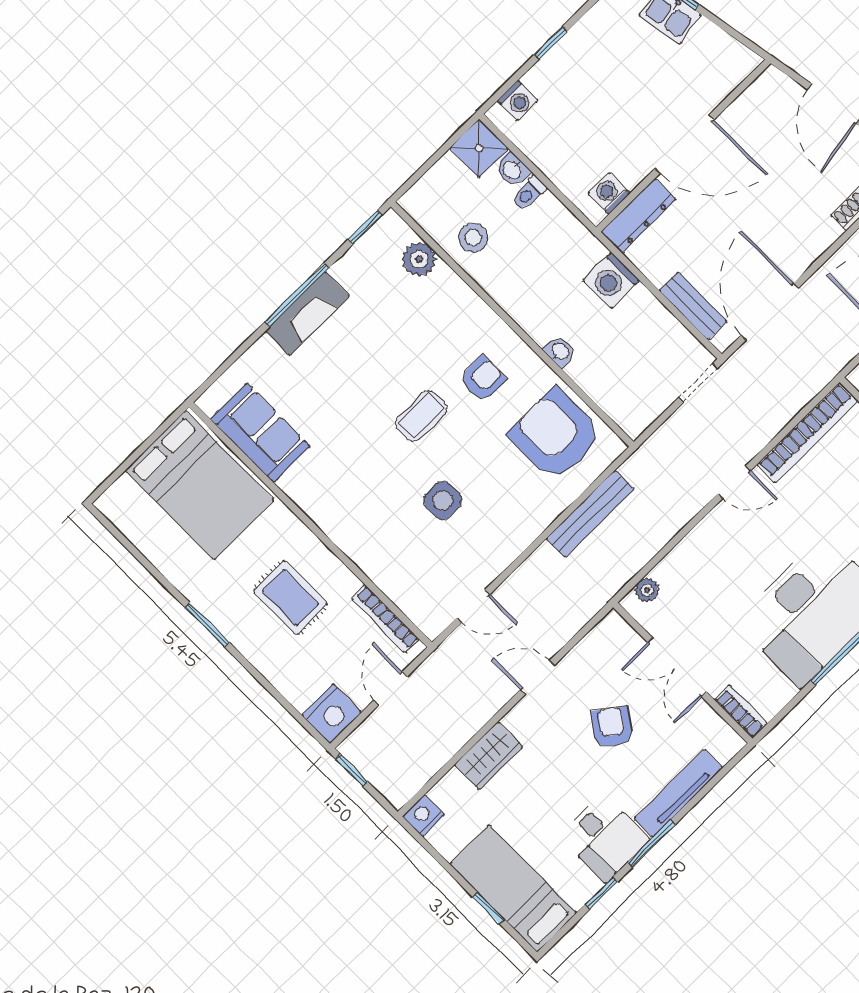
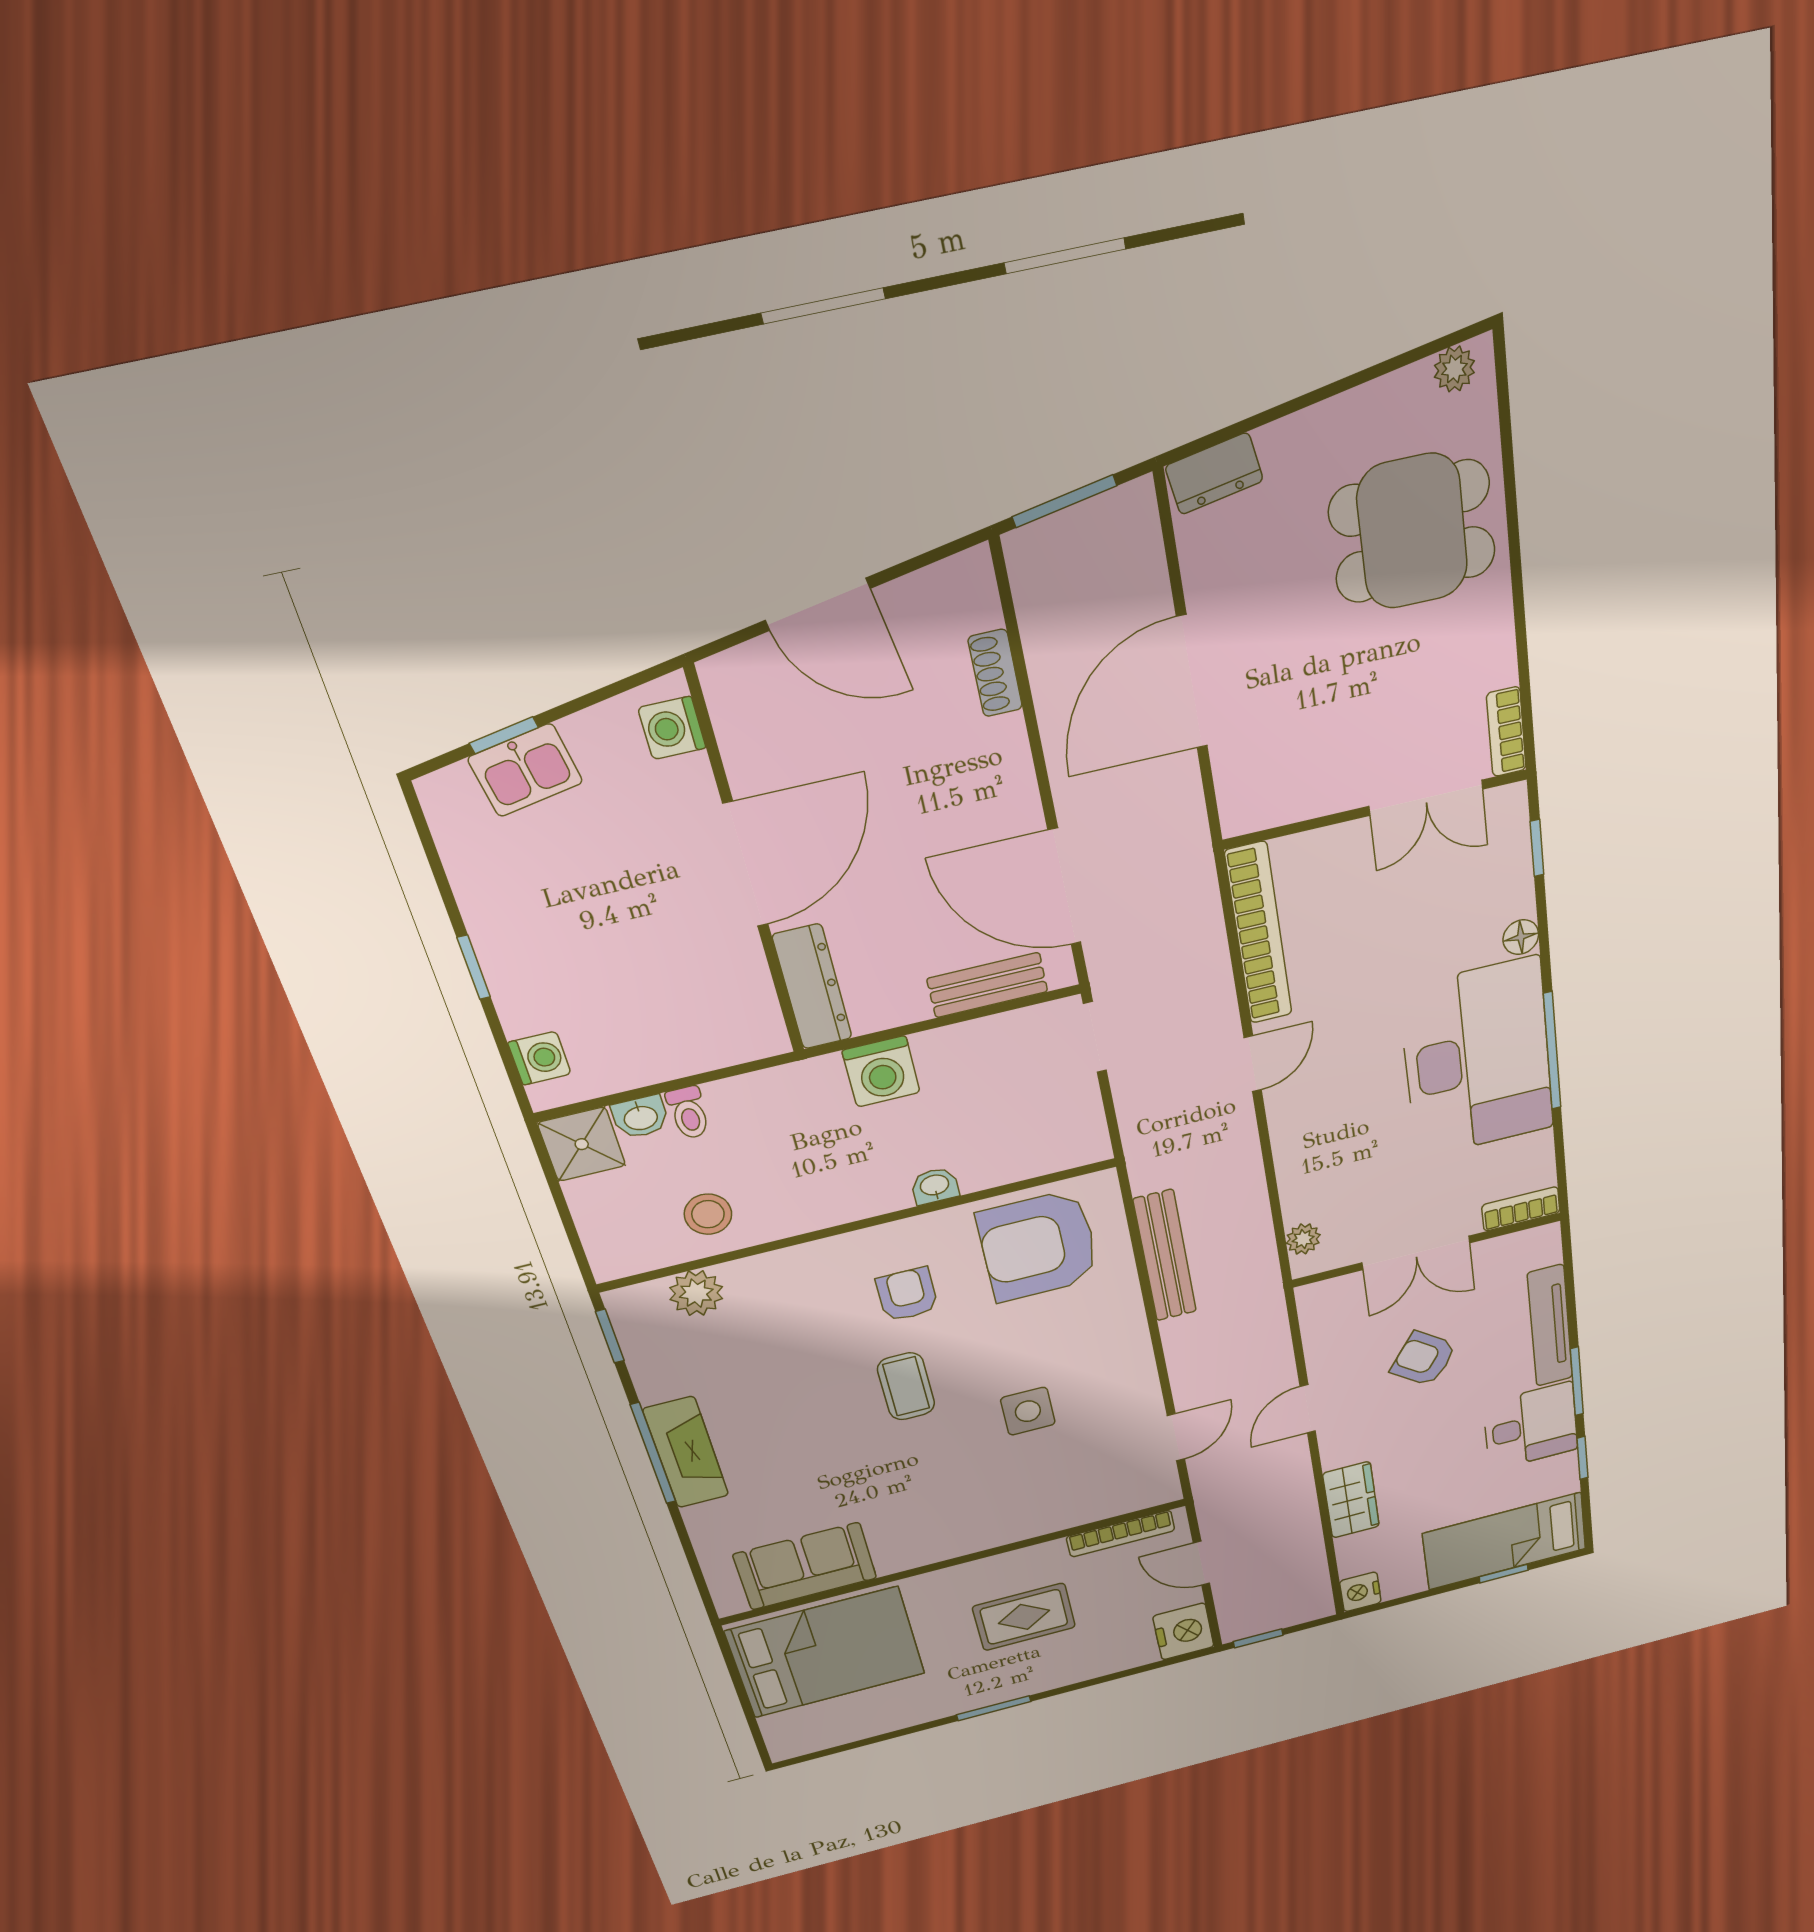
washing machine: (609, 193) -> (672, 728), moved

